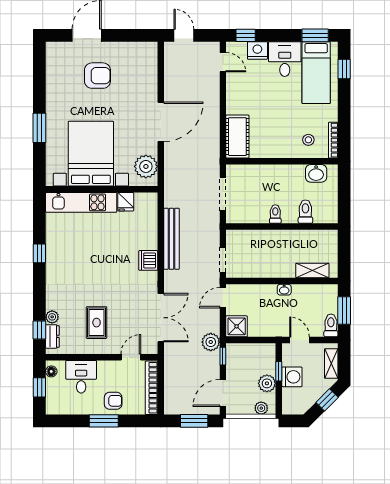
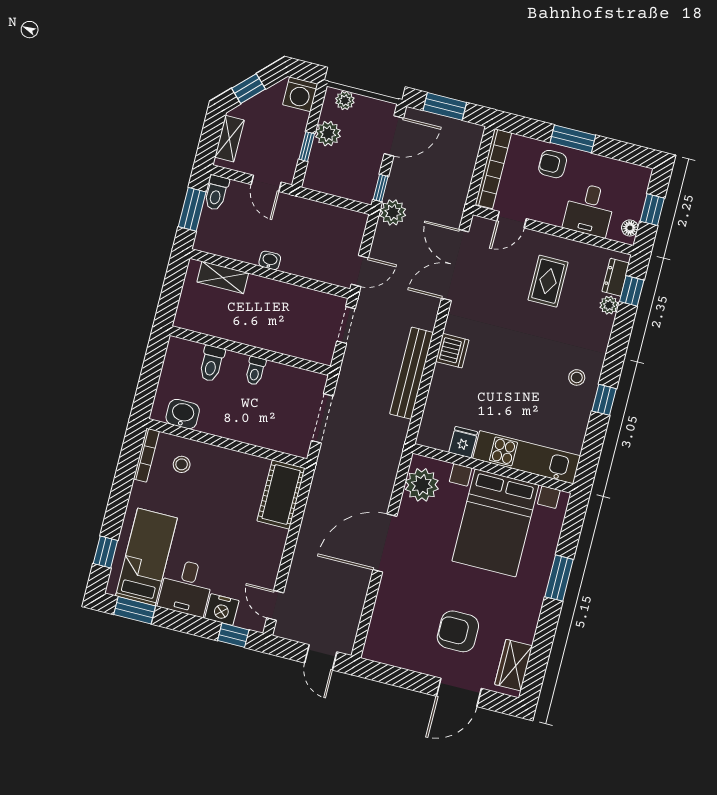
wardrobe: (55, 63) -> (514, 665), added
stool: (61, 264) -> (577, 377), added
shower: (237, 326) -> (351, 225), removed
washing machine: (292, 377) -> (300, 94), moved, turned -90

